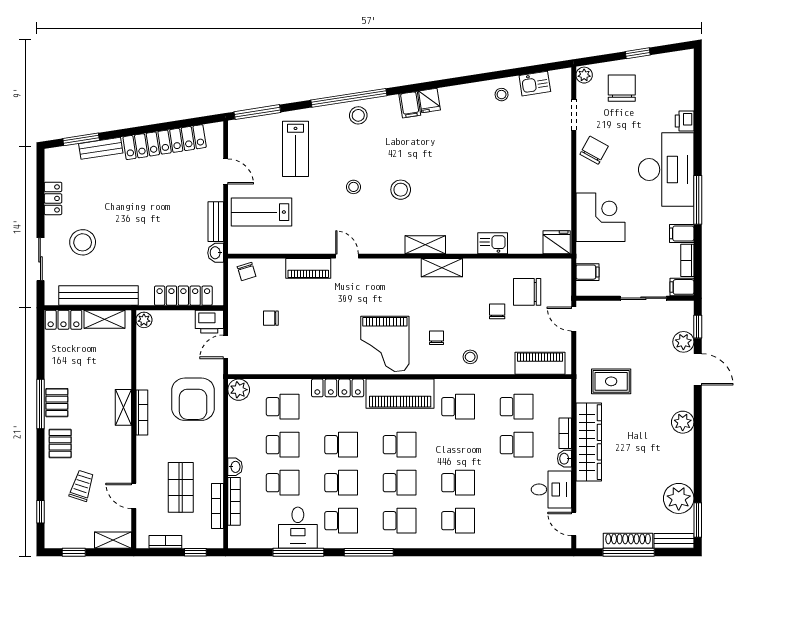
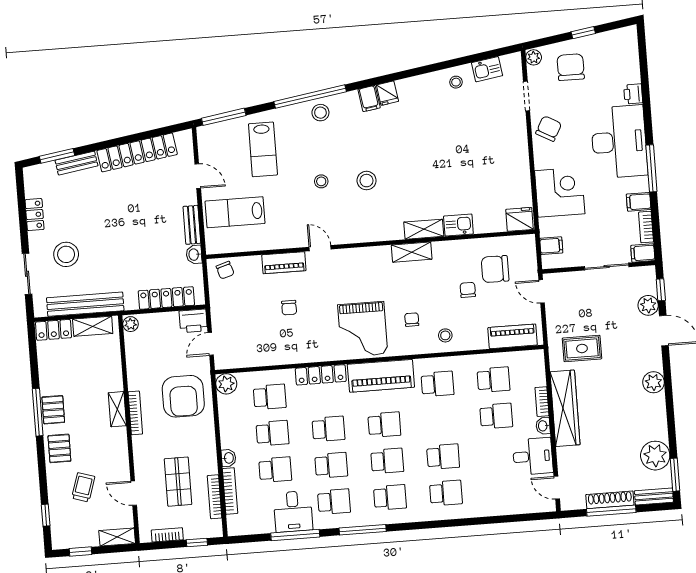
shelving: (425, 245) -> (424, 229), moved
chair: (271, 318) -> (289, 308), moved, turned -90

